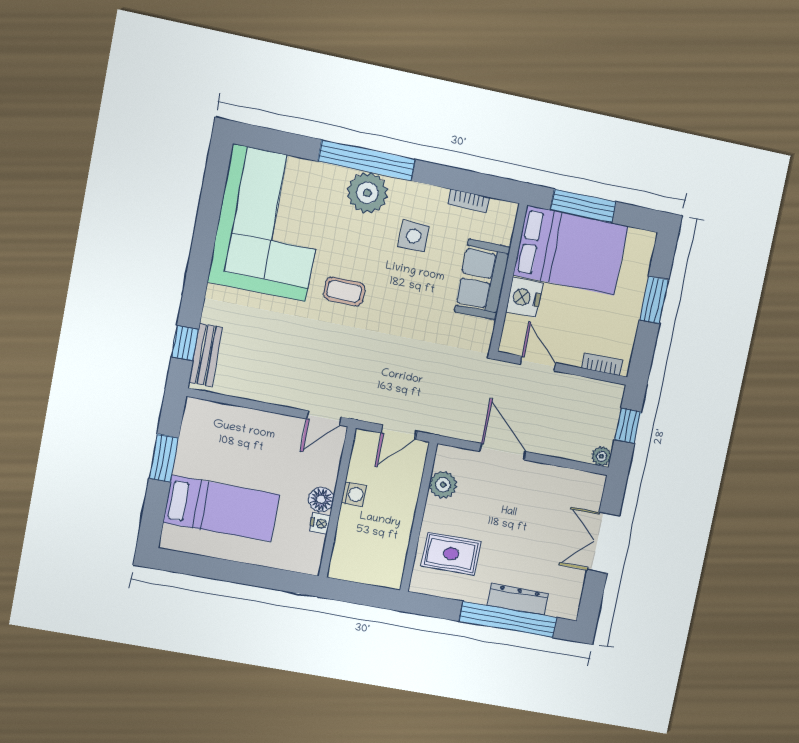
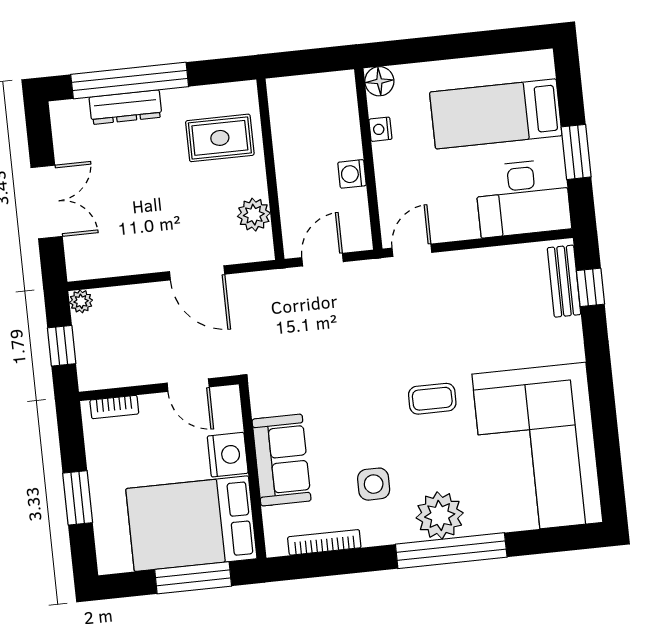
bookcase: (469, 201) -> (324, 542), width x1.56
desk: (220, 433) -> (523, 198), added
floor lamp: (321, 499) -> (379, 81), moved

